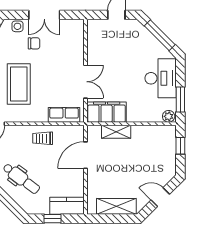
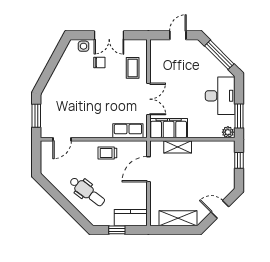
coffee table: (19, 84) -> (133, 68), moved, width x0.54, depth x0.58

